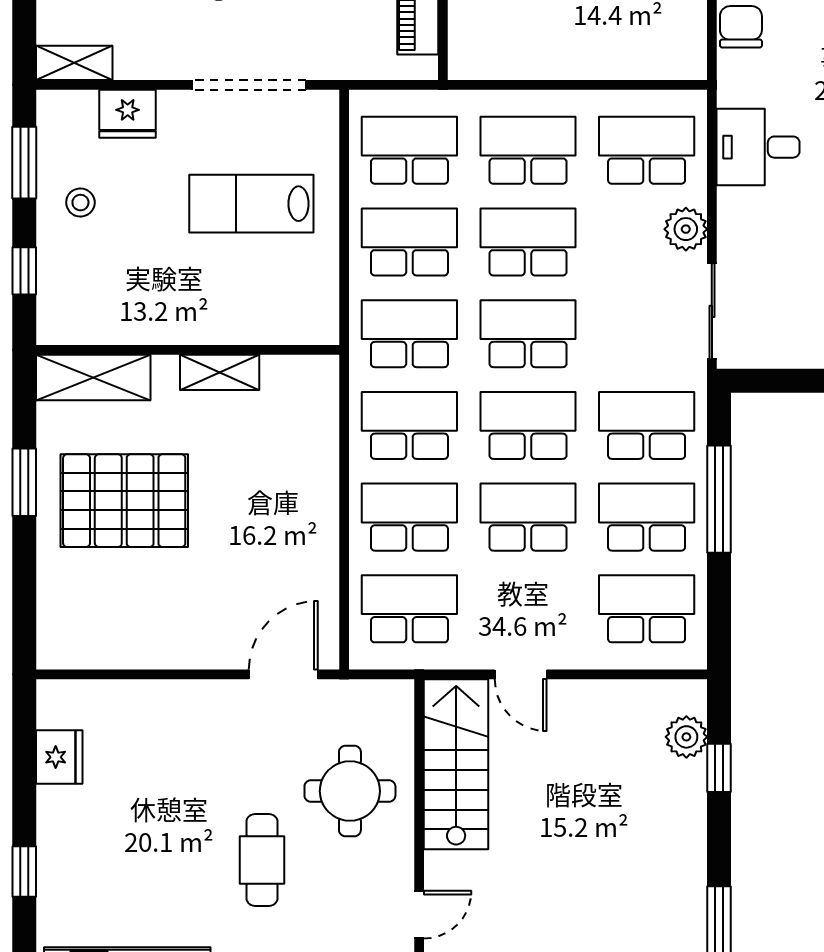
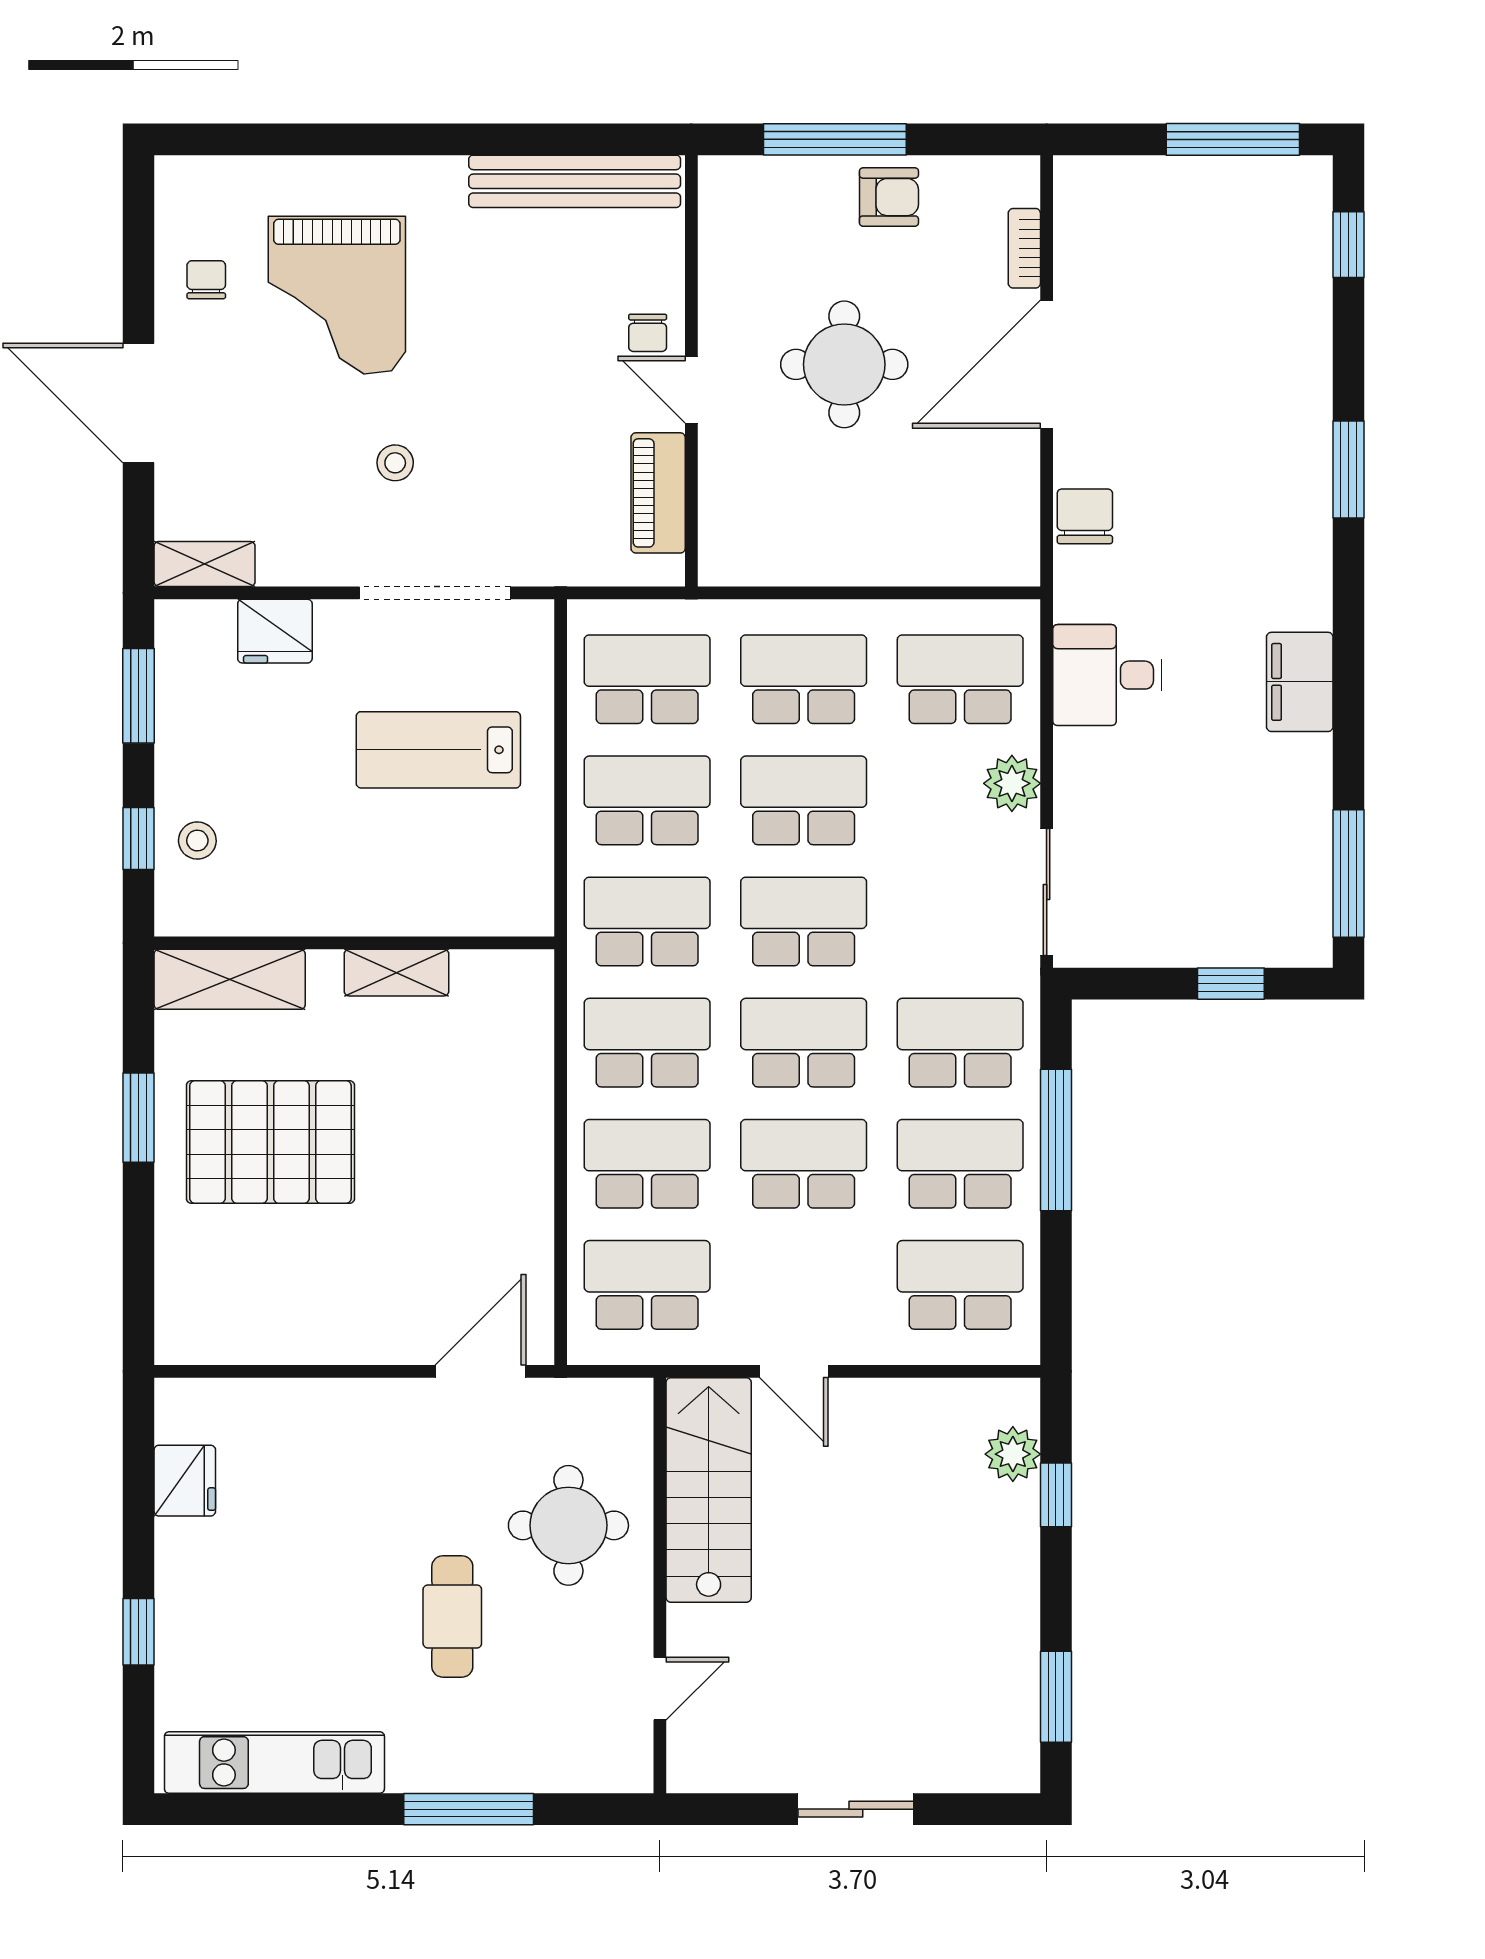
stool: (80, 203) -> (197, 841), moved

